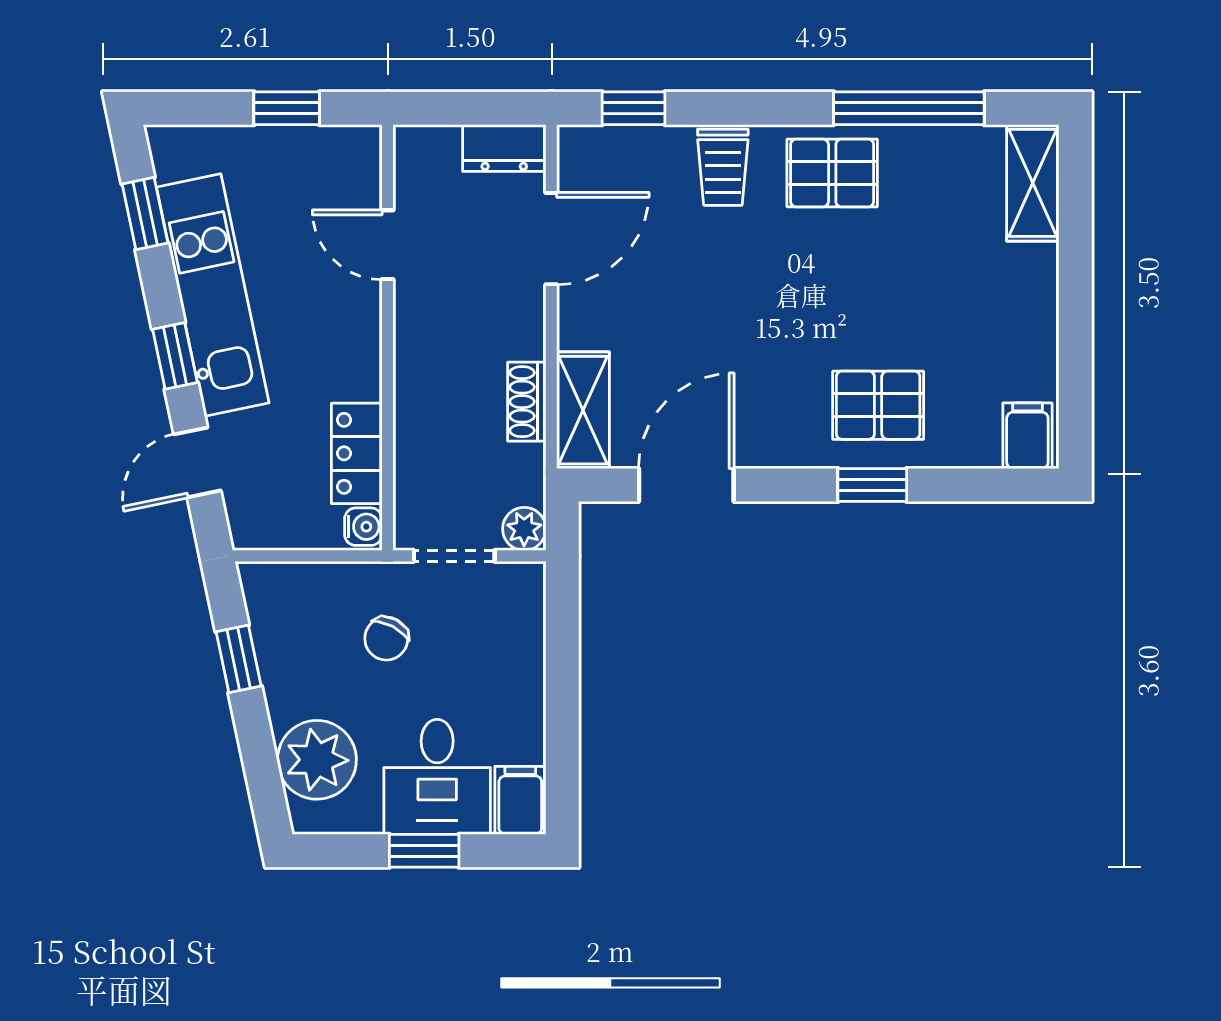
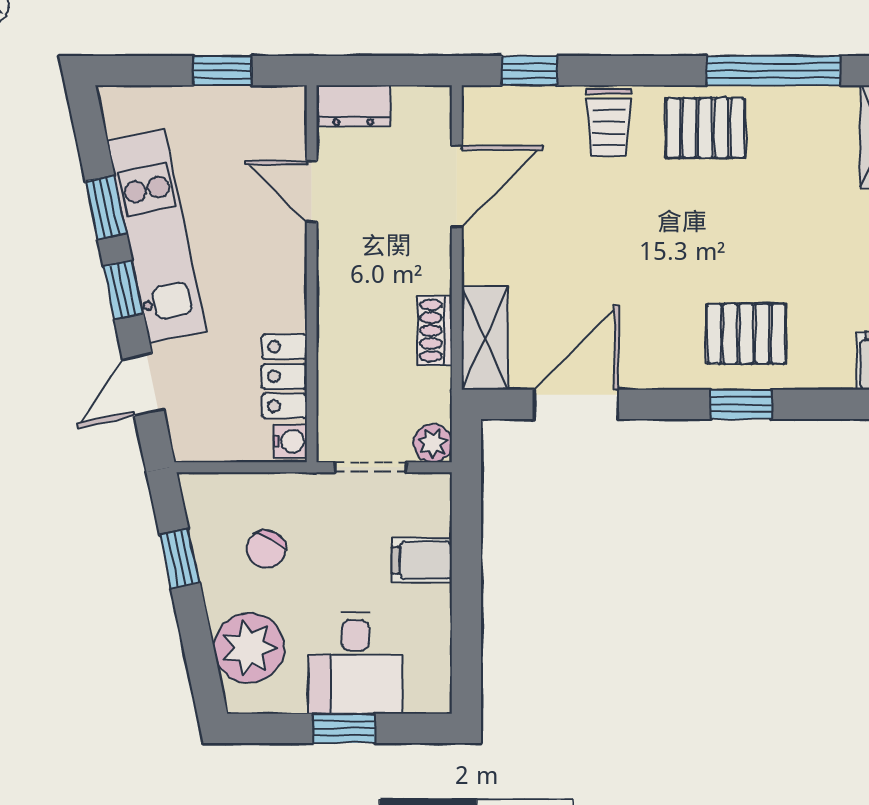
dresser: (504, 148) -> (353, 106), moved
window: (145, 214) -> (106, 207), moved
chair: (386, 639) -> (266, 549), moved
filing cabinet: (520, 800) -> (422, 560), moved, turned -90

